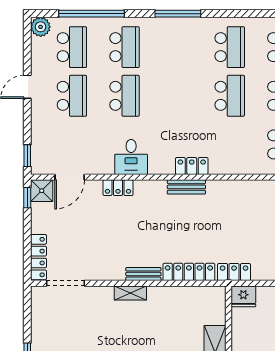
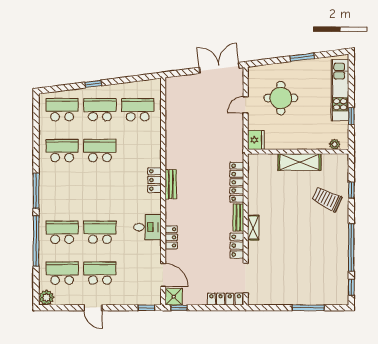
window: (91, 14) -> (36, 241), moved
locker: (234, 272) -> (237, 246), moved

